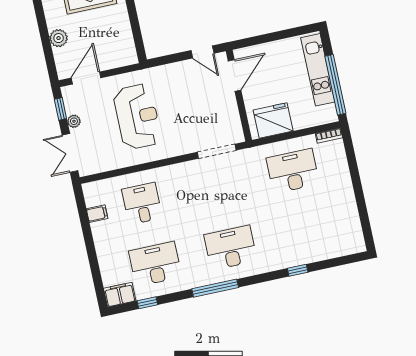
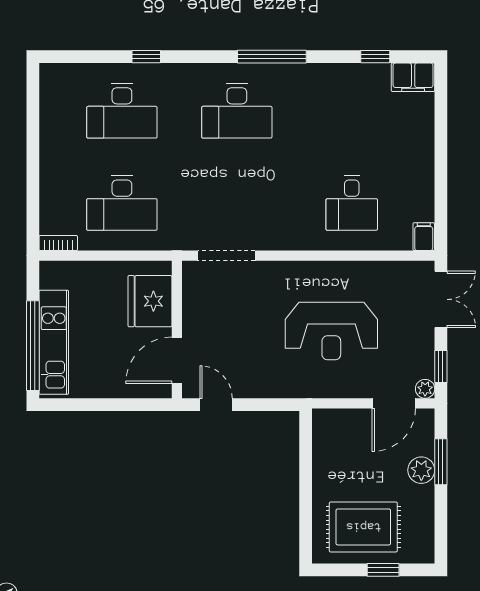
window: (47, 46) -> (441, 462), added
window: (335, 85) -> (33, 346), moved
reception desk: (137, 117) -> (331, 331), turned -90
plant: (74, 121) -> (425, 389), moved
fridge: (273, 121) -> (150, 301), moved, turned 90
filing cabinet: (97, 214) -> (424, 237), moved, turned 90
desk: (155, 264) -> (122, 111), moved

